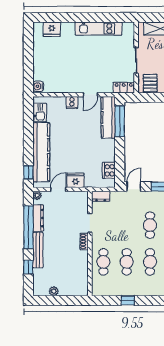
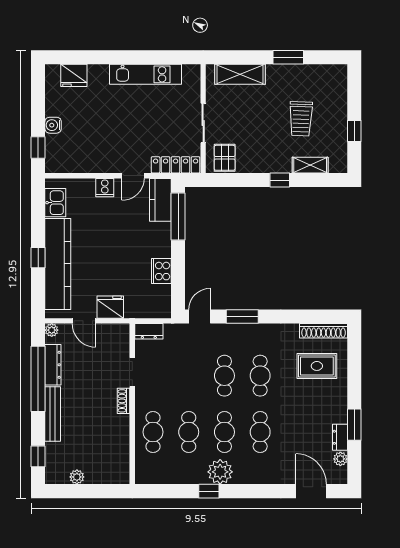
window: (28, 76) -> (38, 148), added
water cooler: (38, 86) -> (53, 125), moved
locker: (124, 88) -> (176, 165), width x1.53
kitchen counter: (108, 117) -> (160, 200), width x0.67
cooker: (109, 170) -> (161, 271), moved
window: (28, 172) -> (38, 258), moved
door: (58, 189) -> (84, 321), swing flipped
window: (28, 267) -> (38, 456), moved
plant: (147, 288) -> (220, 472), added
window: (128, 300) -> (209, 491), moved

